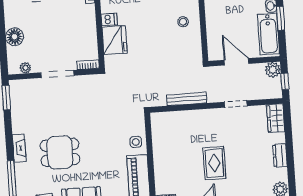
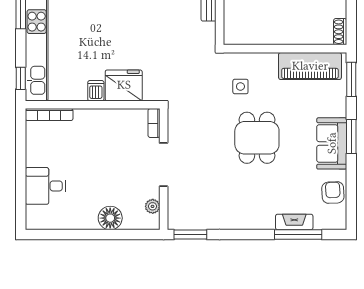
side table: (136, 142) -> (240, 86), moved
fireplace: (19, 148) -> (294, 222), moved
dining table: (60, 152) -> (257, 138), moved

